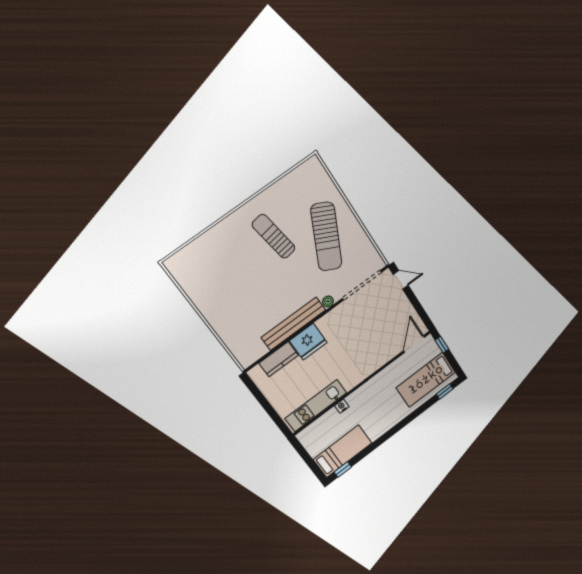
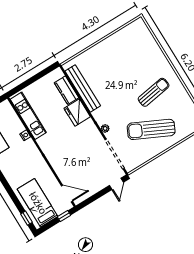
bench: (293, 324) -> (83, 88), moved

